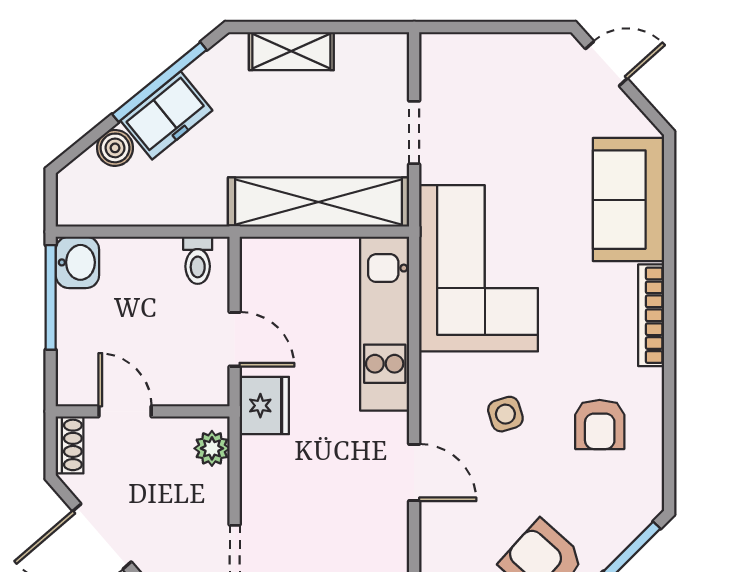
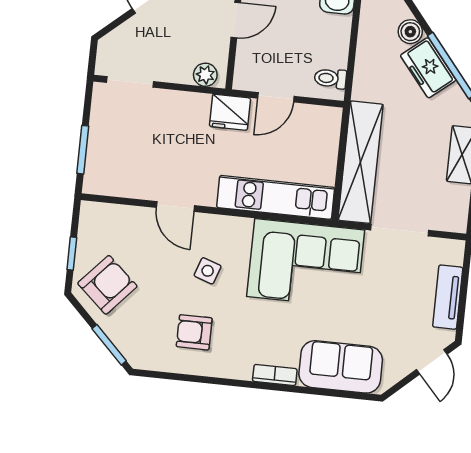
tv unit: (507, 50) -> (448, 297), added
doorway: (414, 132) -> (400, 230), width x1.38
bookcase: (651, 315) -> (275, 375), width x0.64
side table: (505, 414) -> (208, 271), turned 36
door: (414, 473) -> (175, 207), hinge flipped

